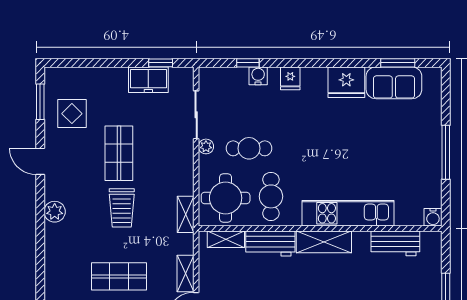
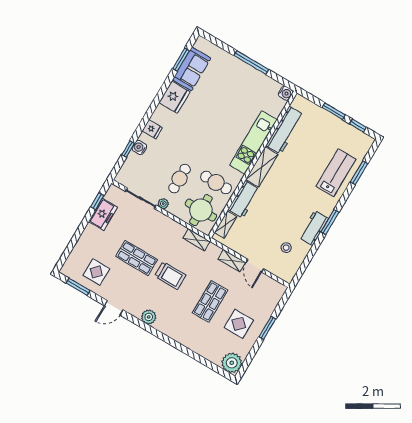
workbench: (395, 243) -> (285, 130), width x1.38

